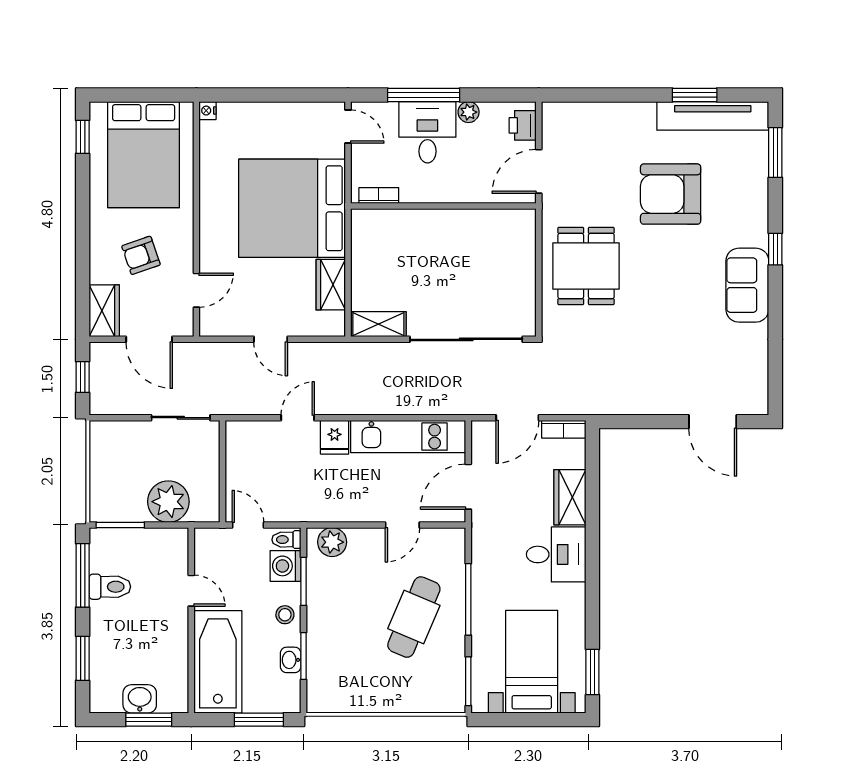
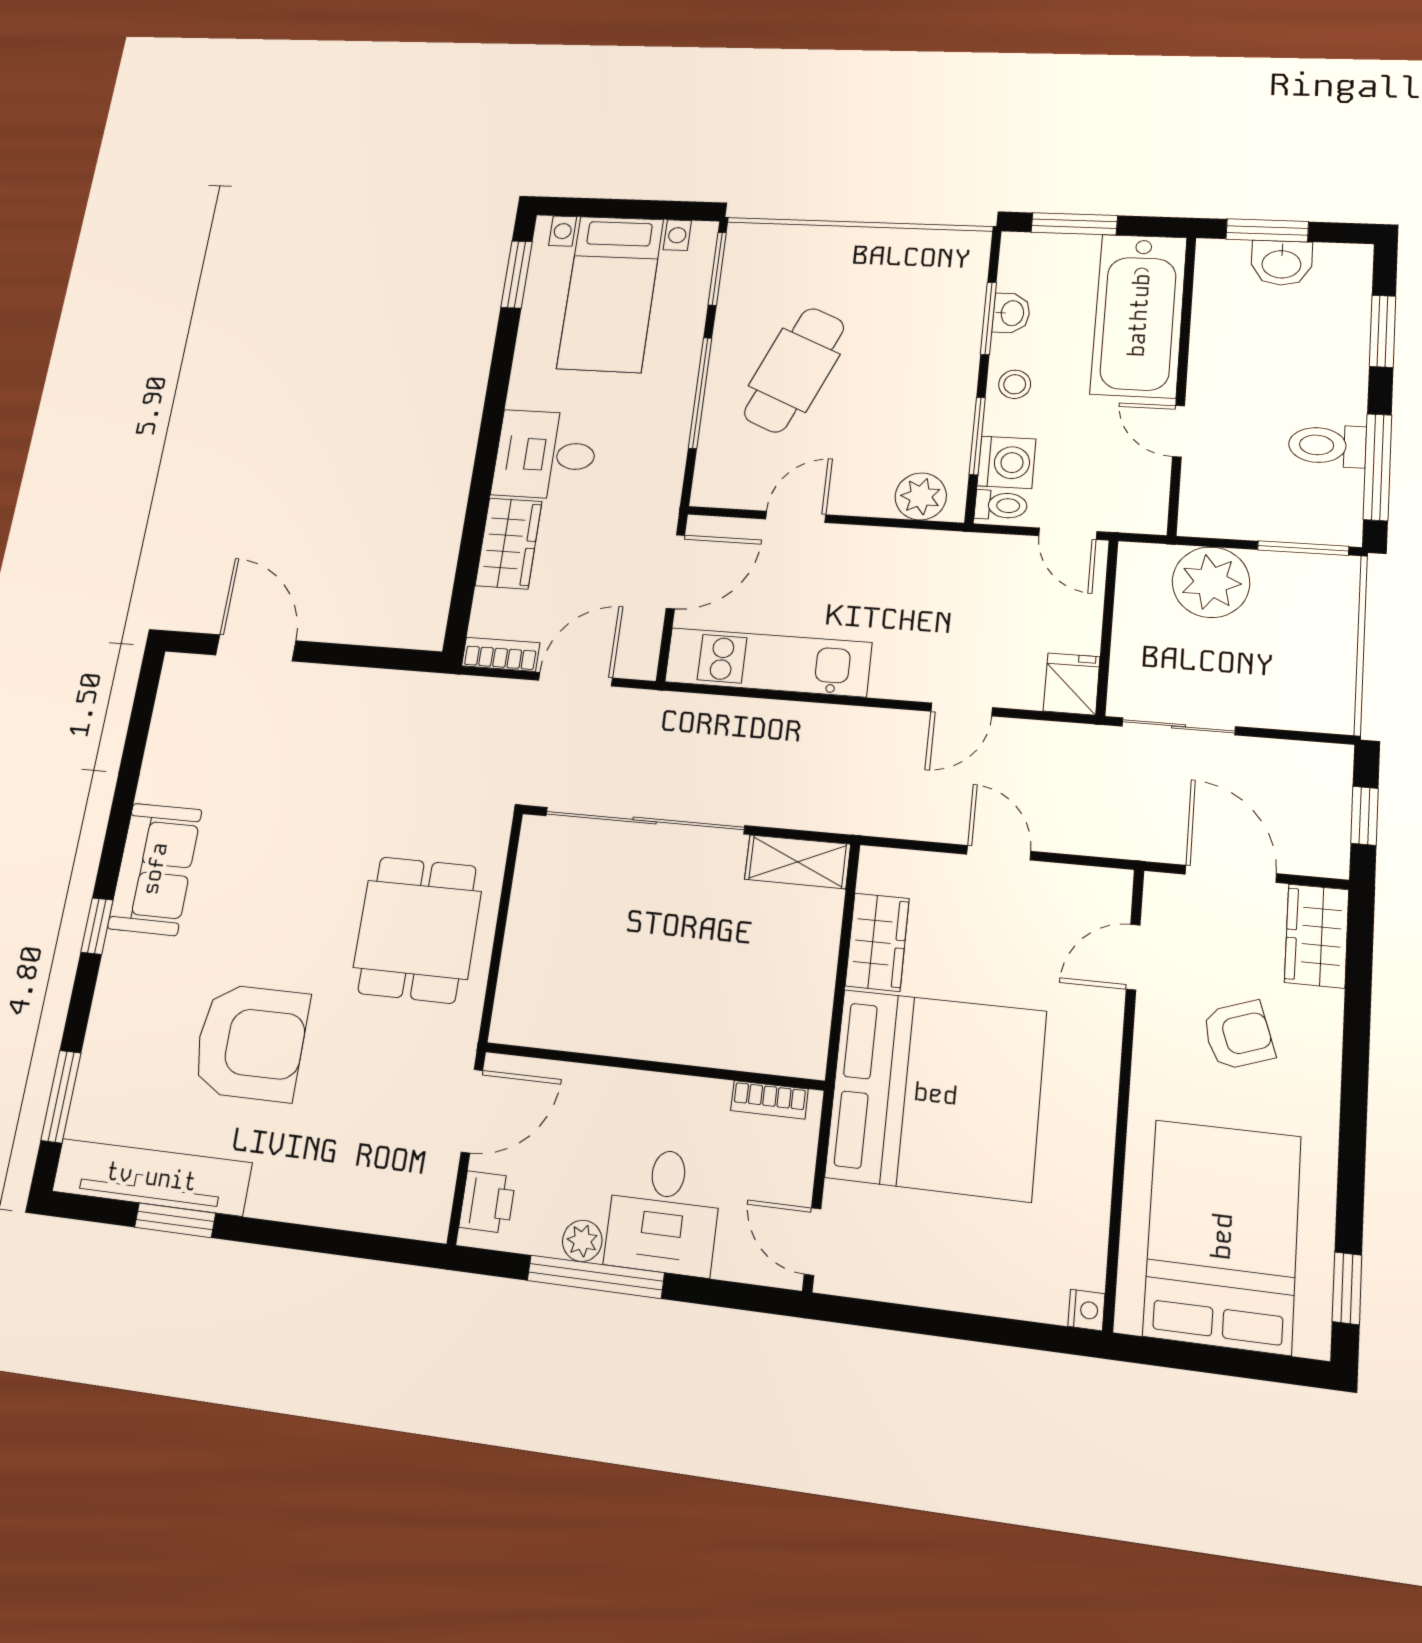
window: (424, 95) -> (596, 1277), moved
fridge: (335, 437) -> (1072, 684), moved

